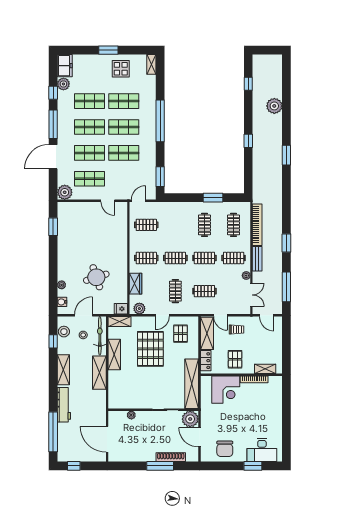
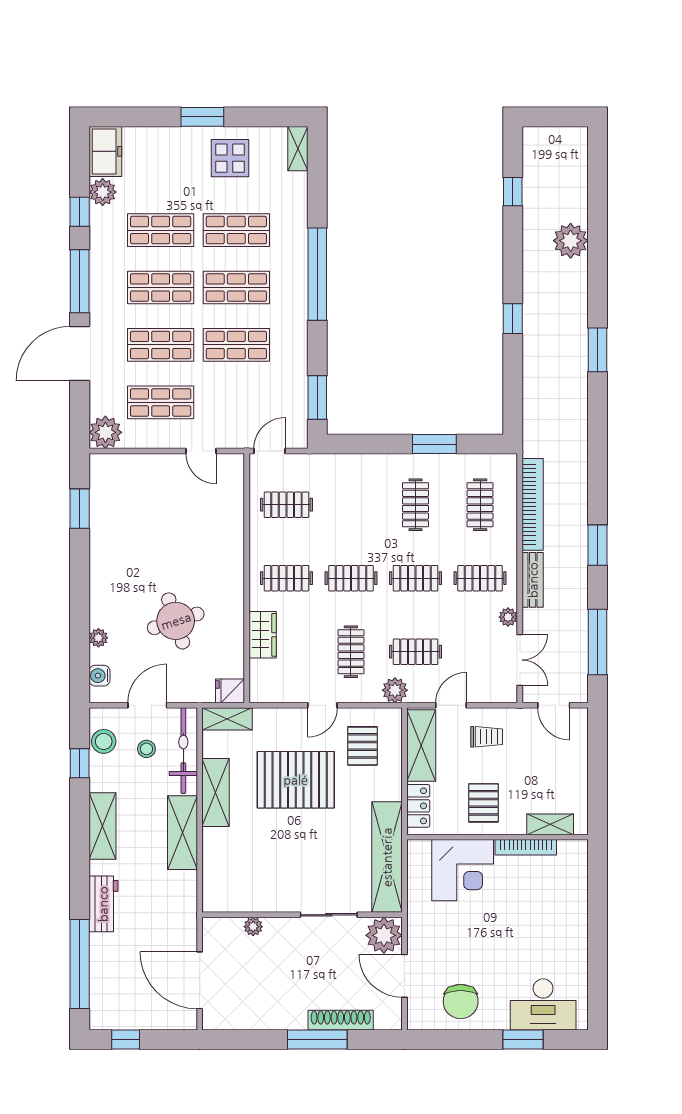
plant: (139, 309) -> (395, 690), moved
door: (220, 315) -> (451, 705), swing flipped
pallet: (150, 349) -> (296, 780), turned 90
workbench: (64, 405) -> (103, 904), width x0.73

